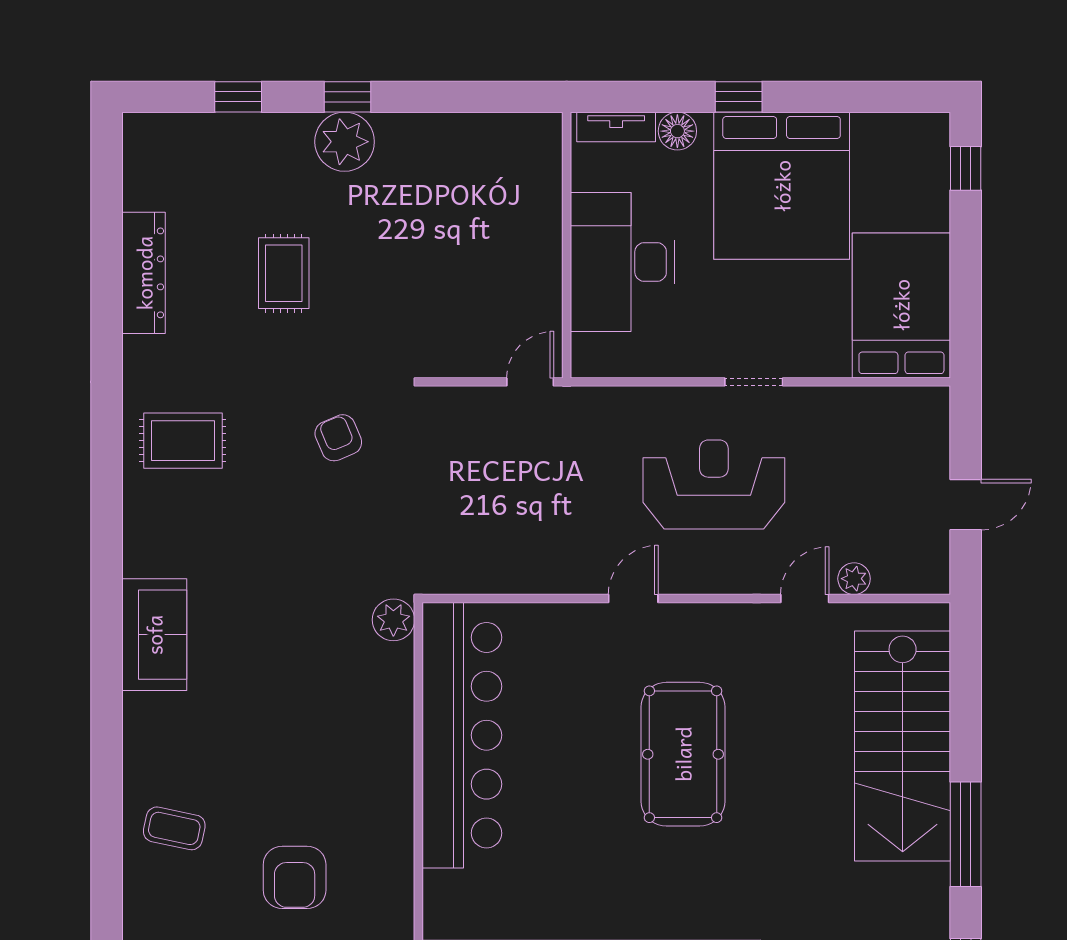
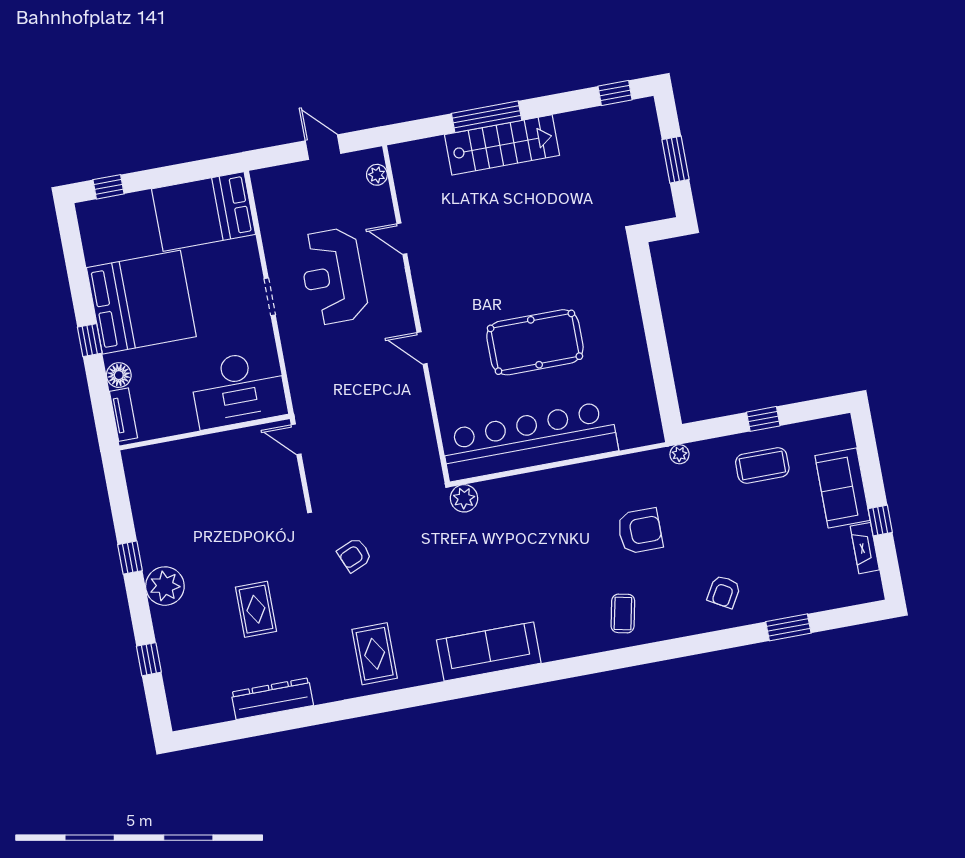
window: (347, 97) -> (130, 558), moved
desk: (622, 262) -> (238, 389), moved
rug: (284, 273) -> (256, 609), turned 90
reception desk: (714, 484) -> (333, 276), moved
plant: (854, 579) -> (377, 175), moved
sofa: (154, 635) -> (489, 652), width x1.36
stairs: (903, 746) -> (502, 145), width x0.73, depth x0.66
pool table: (683, 754) -> (535, 342), moved
window: (966, 834) -> (487, 117), moved

